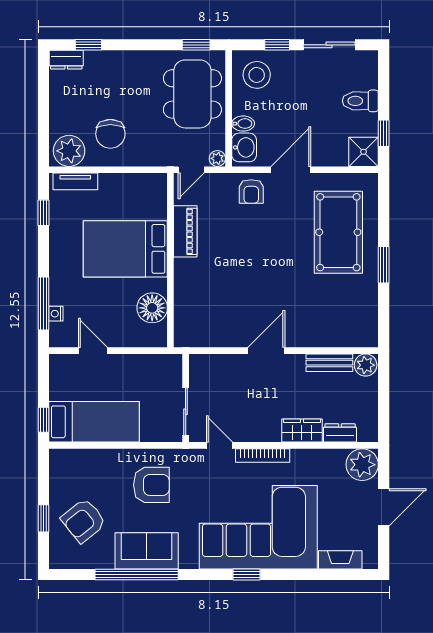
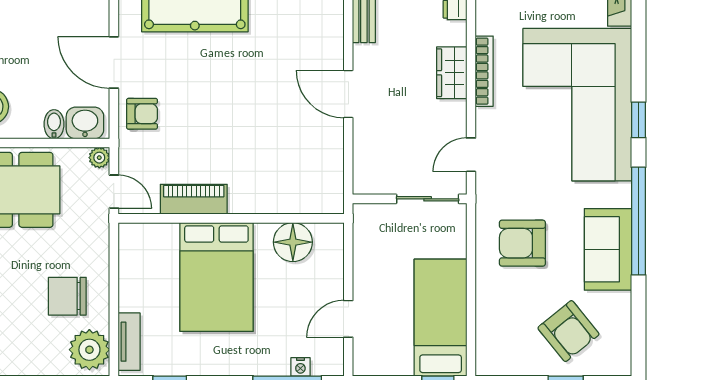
chair: (110, 134) -> (67, 296), turned 180
wardrobe: (302, 430) -> (452, 73), moved
bookcase: (263, 455) -> (484, 71), moved
armchair: (151, 485) -> (522, 243), turned -90
window: (137, 575) -> (638, 221), moved

